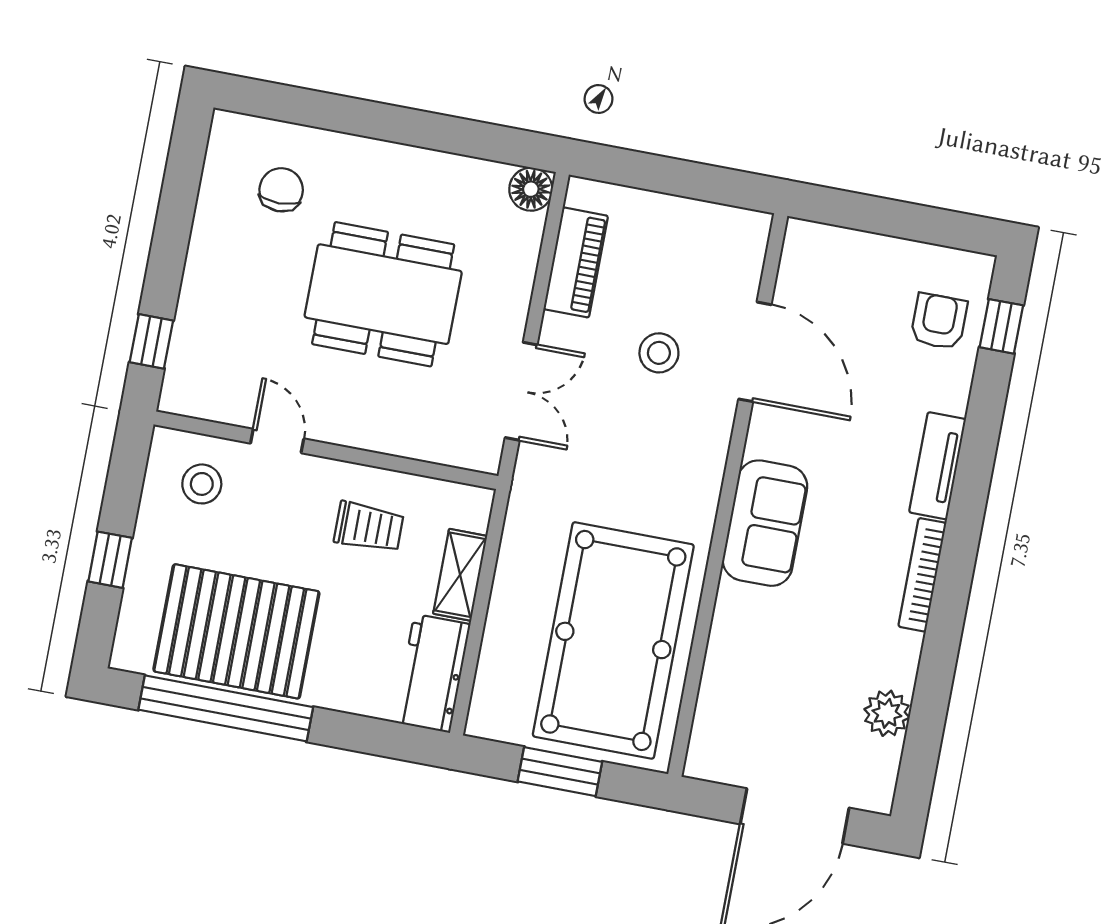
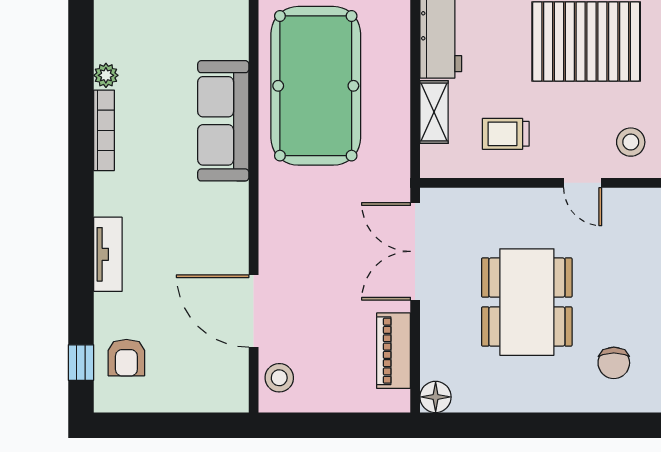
dining table: (383, 294) -> (527, 302), turned 90
stool: (659, 353) -> (279, 378), moved
double door: (521, 391) -> (415, 251), width x1.37
sofa: (765, 523) -> (223, 121), moved, width x1.36
bookcase: (922, 575) -> (104, 130), moved
plant: (887, 713) -> (106, 75), width x0.73, depth x0.73

